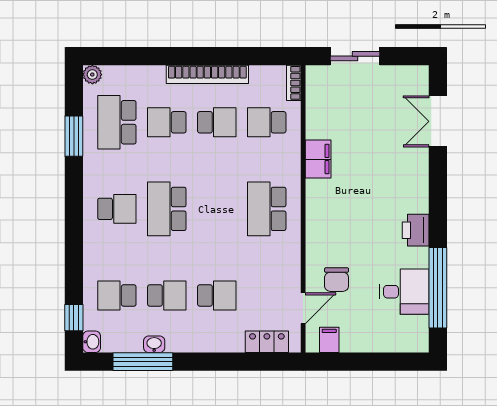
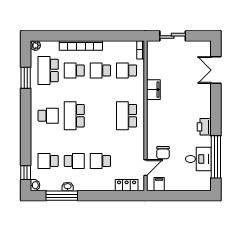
bookcase: (207, 74) -> (81, 45), moved
school desk: (217, 122) -> (100, 70), turned 180
school desk: (217, 295) -> (100, 161), turned 180

